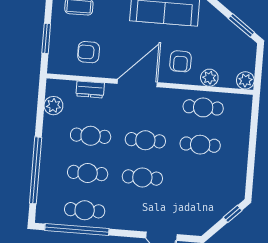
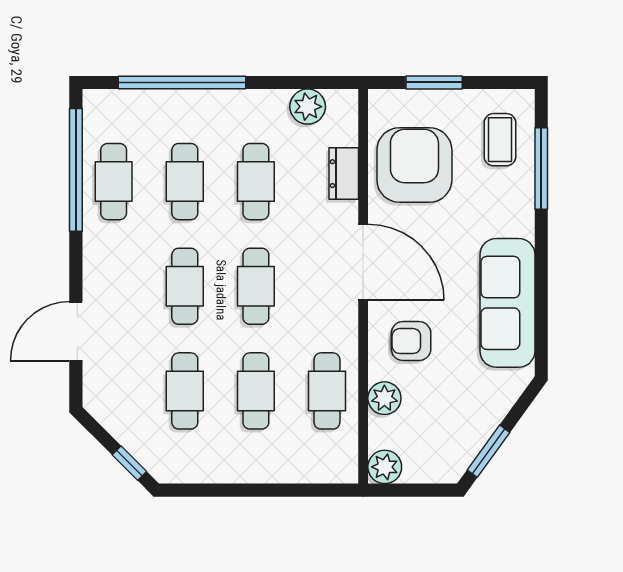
armchair: (89, 52) -> (414, 165), width x1.88, depth x1.88
cafe table: (197, 182) -> (185, 391), added

